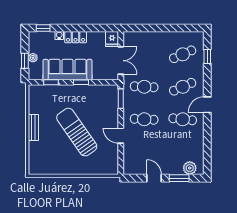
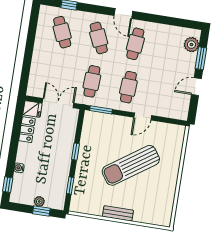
locker: (76, 37) -> (27, 130), moved
sofa: (67, 70) -> (59, 165), removed

